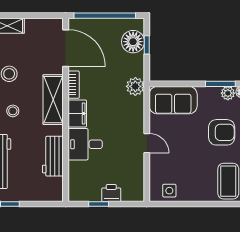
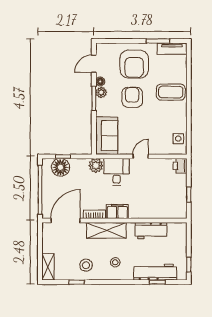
desk: (85, 144) -> (117, 172), moved, turned 180
printer: (111, 193) -> (180, 166), moved

